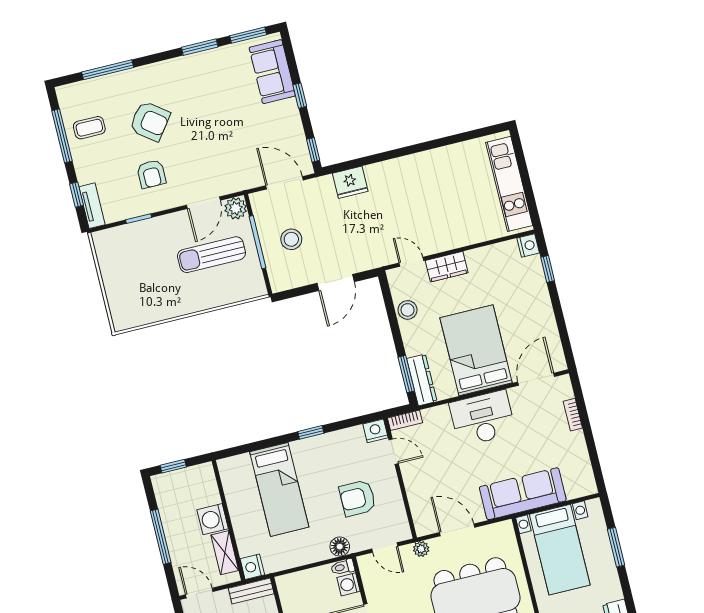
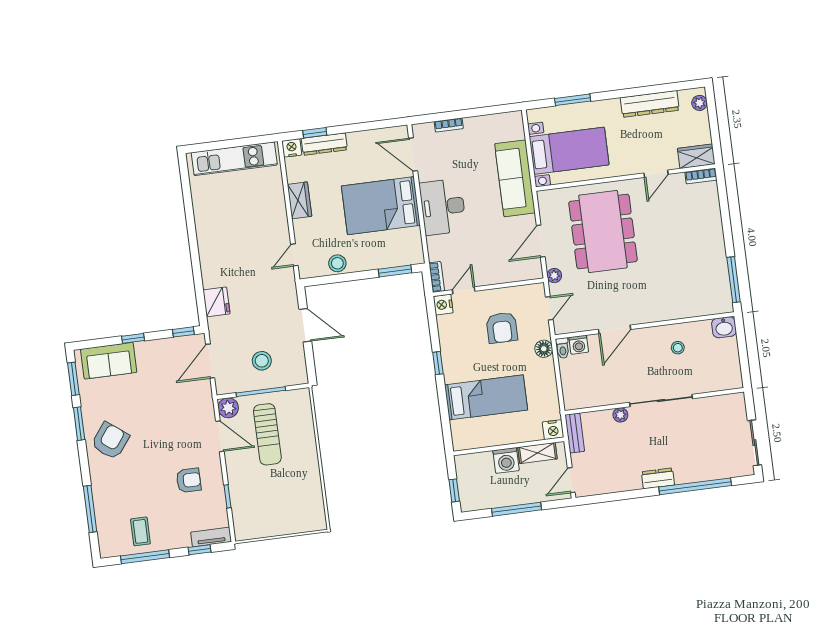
armchair: (150, 121) -> (110, 441), moved
wardrobe: (447, 267) -> (299, 200), moved
dresser: (422, 380) -> (324, 144), moved, turned 180

